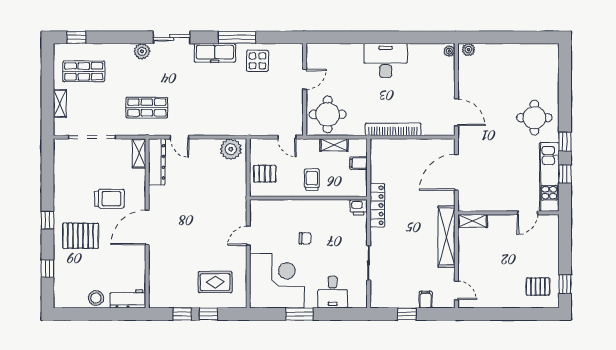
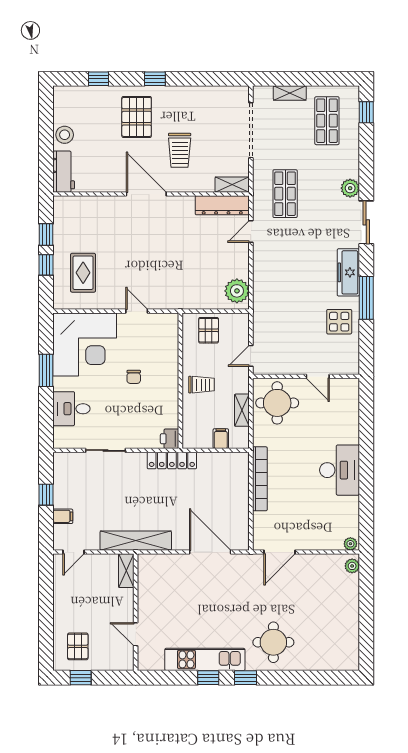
wall: (508, 213) -> (136, 612), moved
door: (527, 213) -> (136, 634), moved
shelving: (473, 221) -> (126, 571), moved

